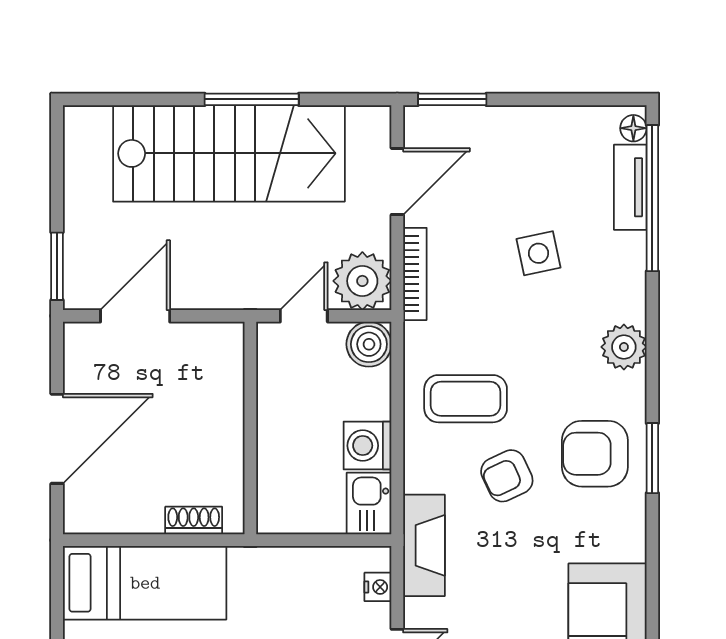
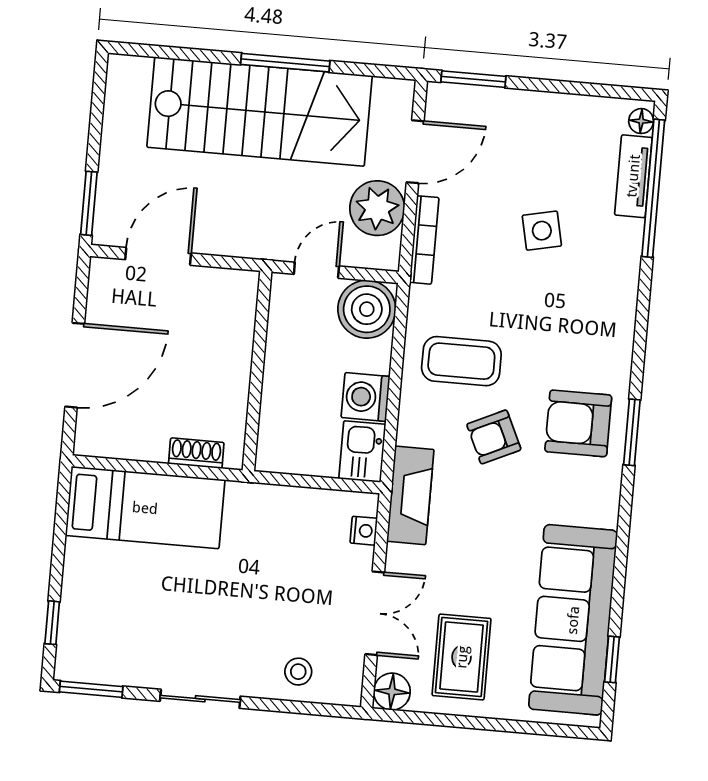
plant: (362, 281) -> (377, 208), moved
boiler: (369, 344) -> (367, 309), width x1.37, depth x1.37
plant: (624, 347) -> (614, 326), removed

